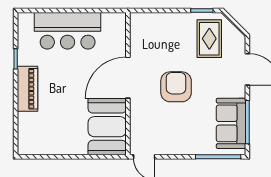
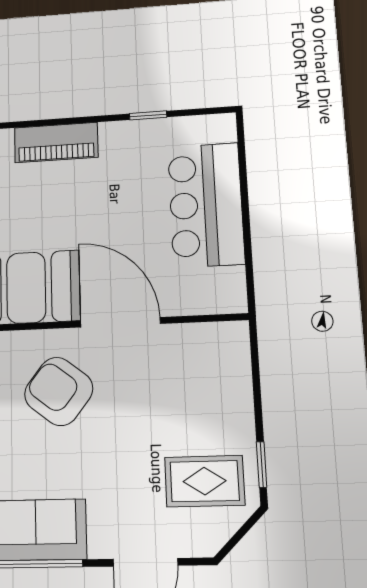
armchair: (176, 87) -> (59, 391), moved, turned -142
piano: (28, 89) -> (56, 143), moved

